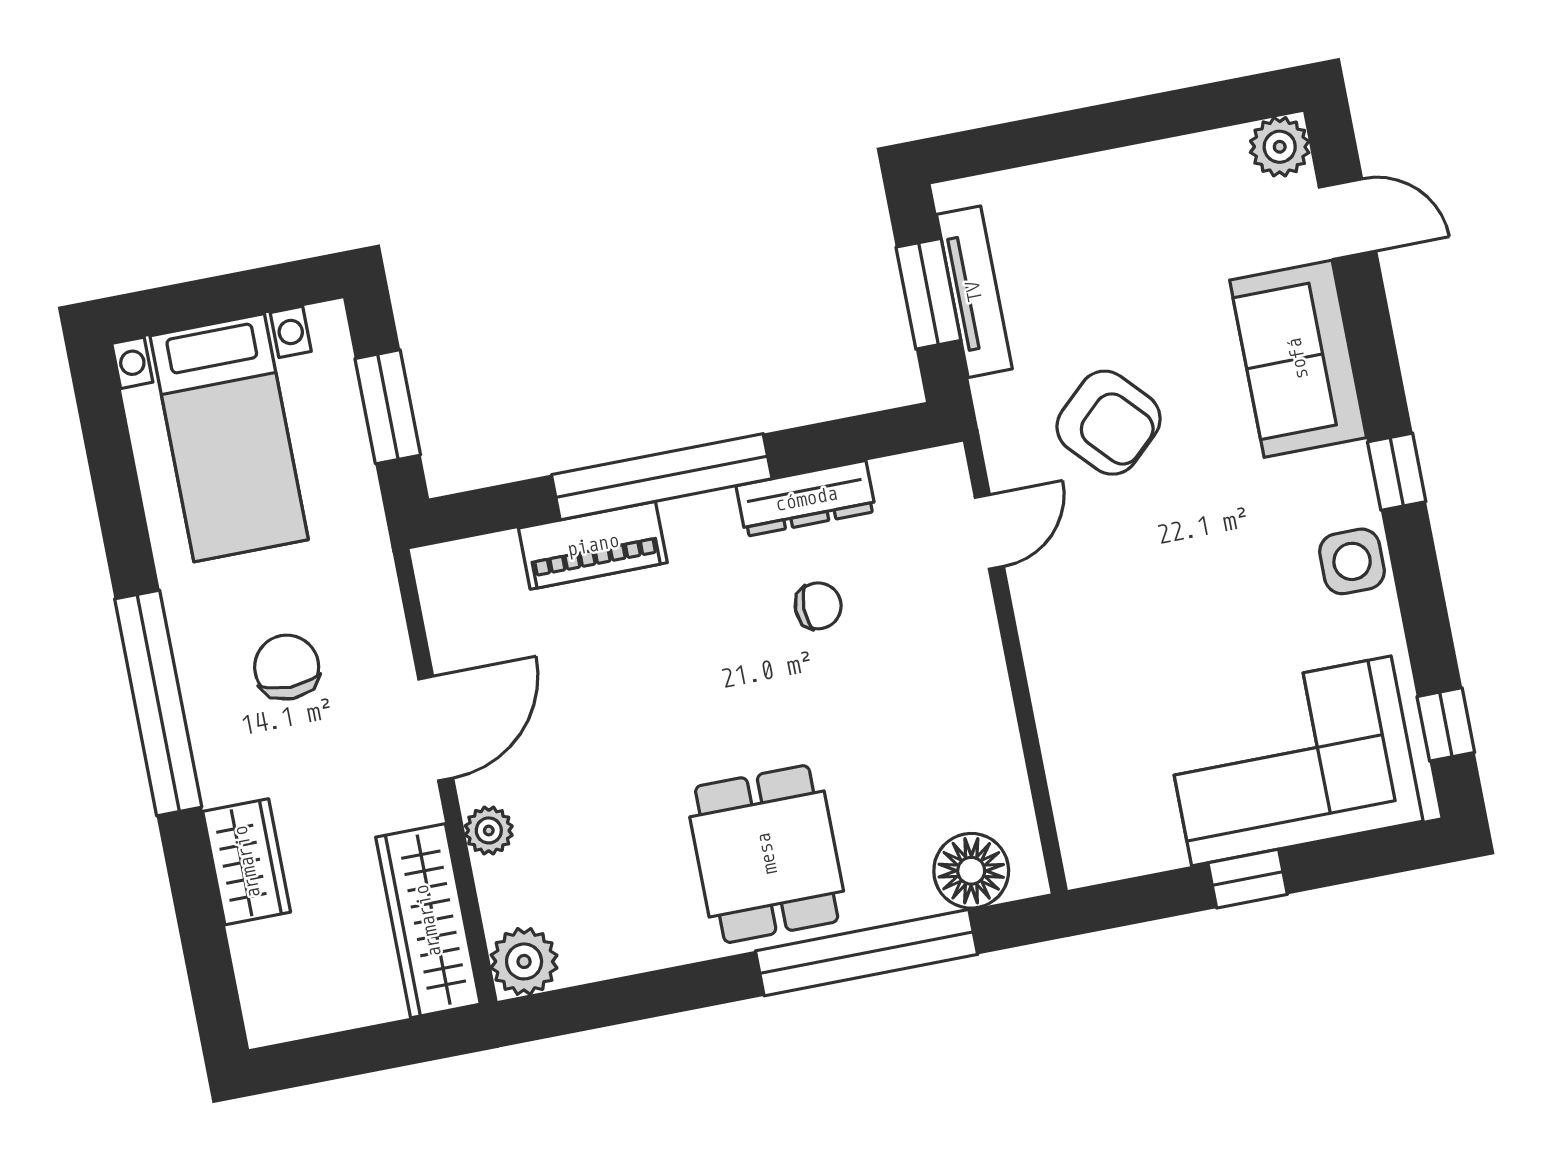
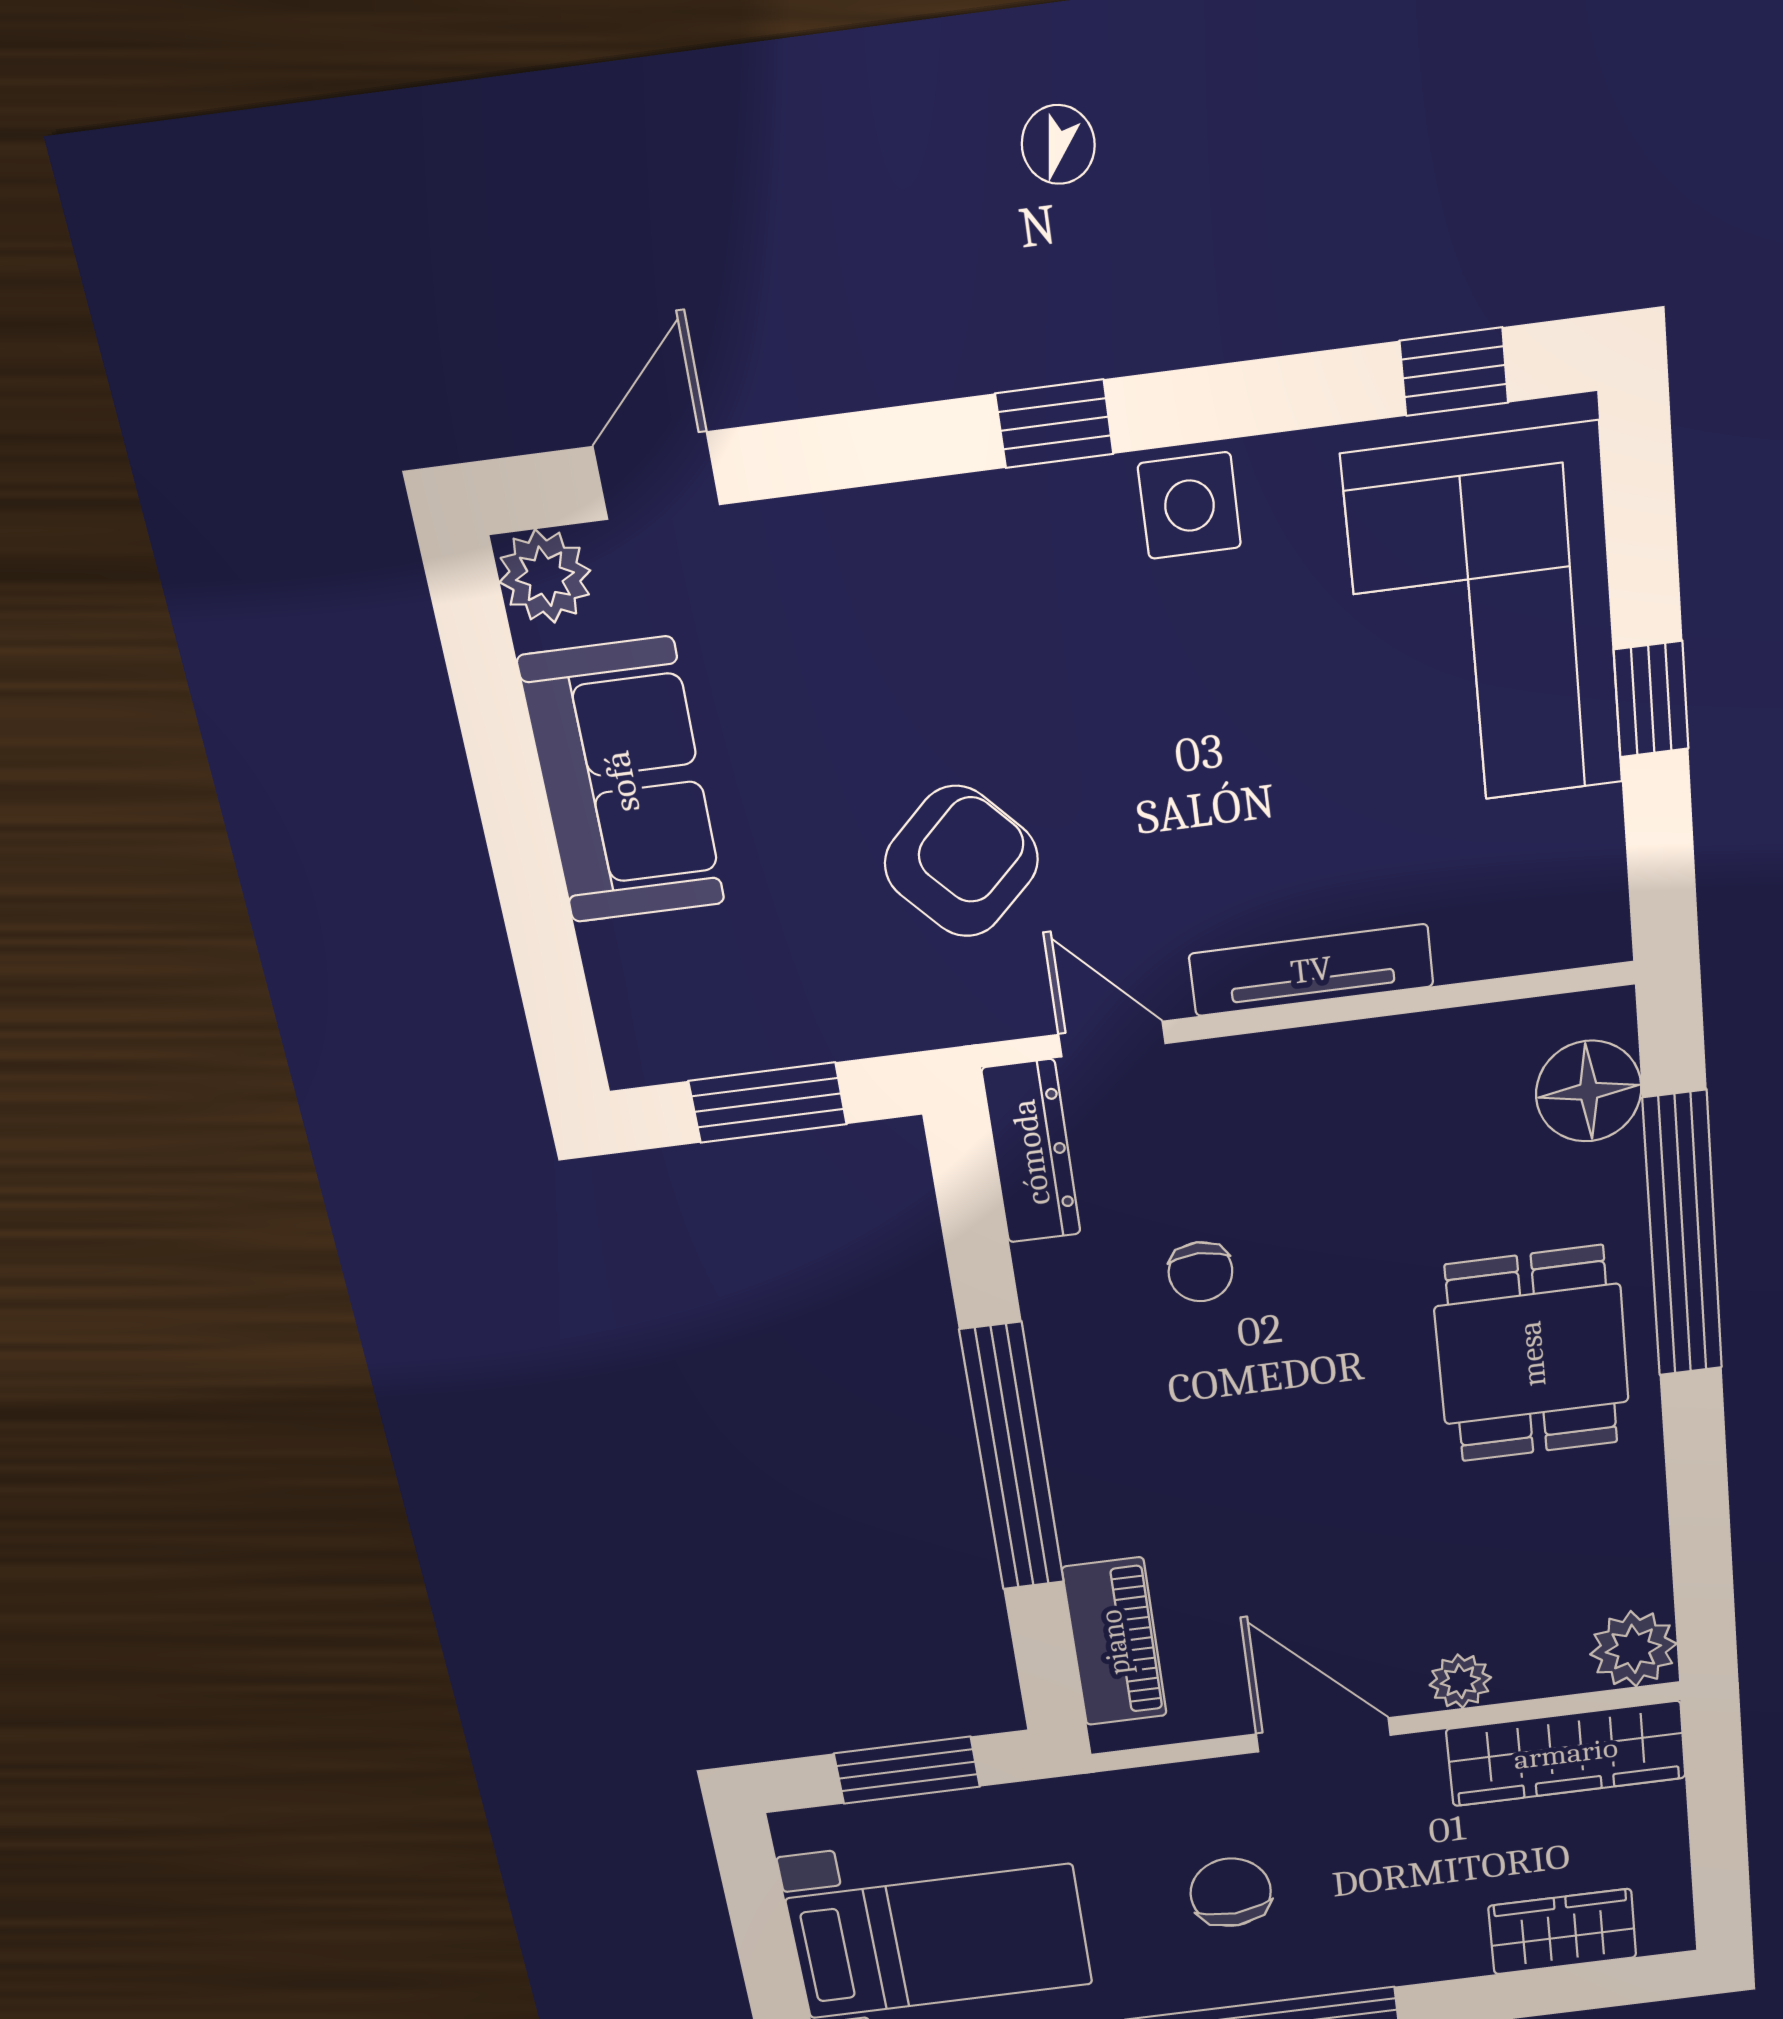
tv unit: (974, 292) -> (1311, 970), moved
sofa: (1298, 359) -> (622, 781), moved, turned -90
dresser: (806, 499) -> (1031, 1152), moved
piano: (593, 545) -> (1115, 1642), moved
chair: (818, 606) -> (1200, 1272), turned 180
chair: (287, 667) -> (1231, 1892), turned 86
dining table: (767, 854) -> (1532, 1354), turned 90
wardrobe: (247, 862) -> (1562, 1932), moved

